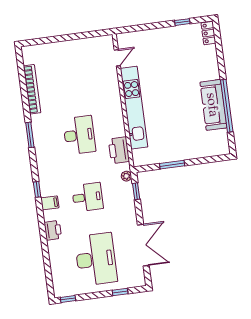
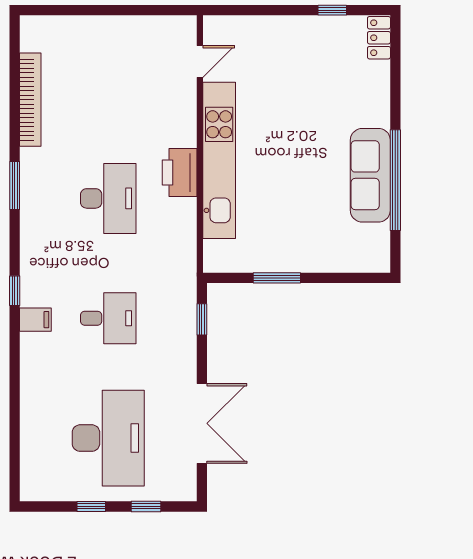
printer: (119, 150) -> (180, 173), moved
plant: (126, 176) -> (187, 288), removed
printer: (53, 230) -> (34, 372), removed
window: (68, 299) -> (91, 506), moved

